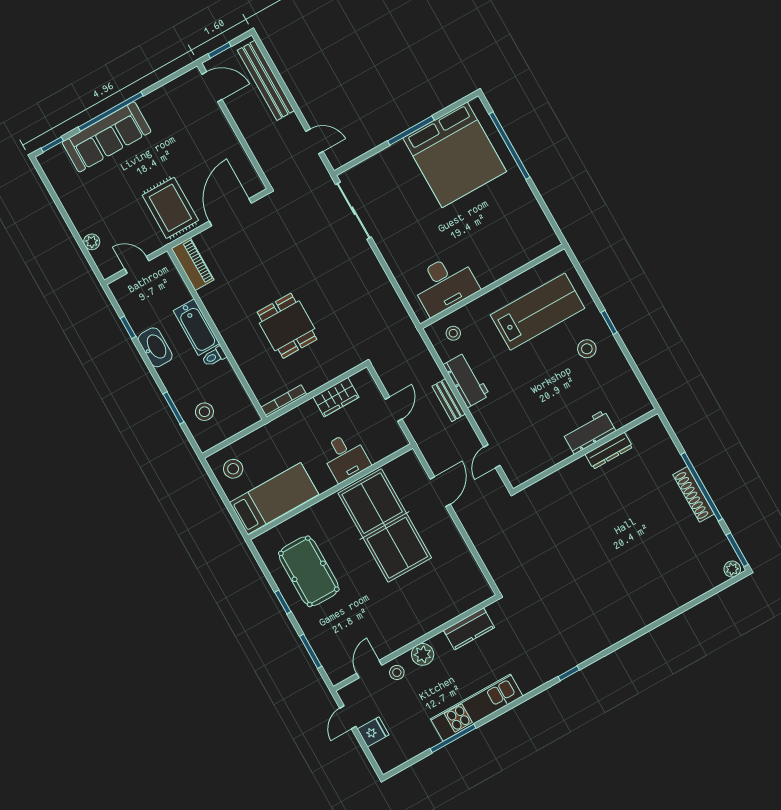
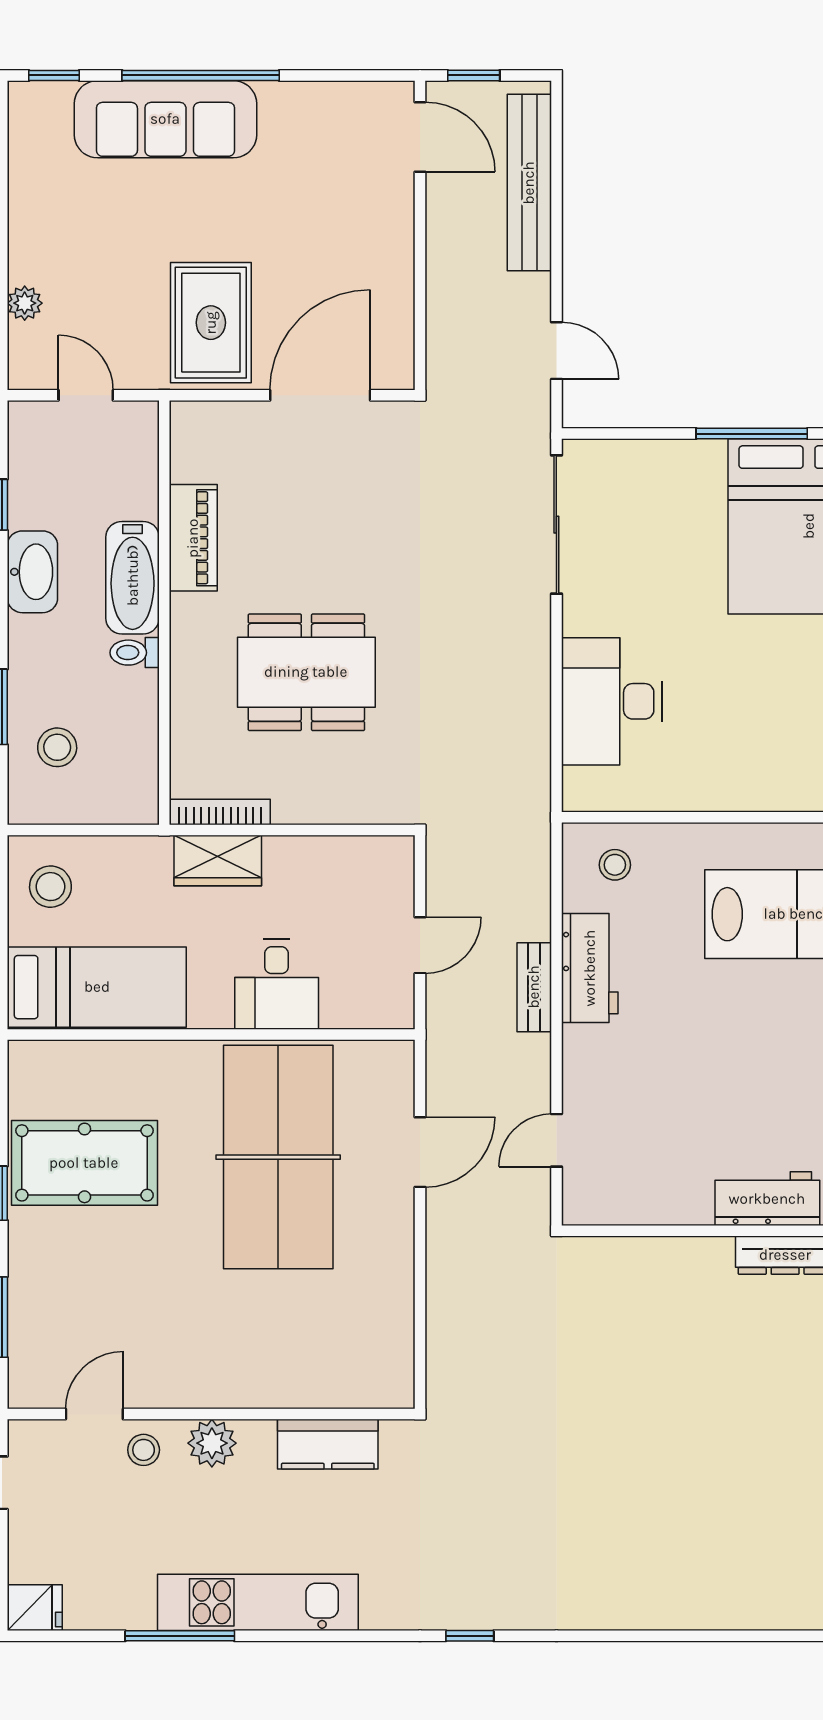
piano: (193, 264) -> (193, 538), moved
desk: (445, 284) -> (612, 701), moved, turned 90
dining table: (287, 326) -> (306, 672), width x1.37
wardrobe: (336, 397) -> (218, 860), moved
pool table: (309, 571) -> (84, 1163), turned 90
fridge: (373, 732) -> (35, 1608), moved

